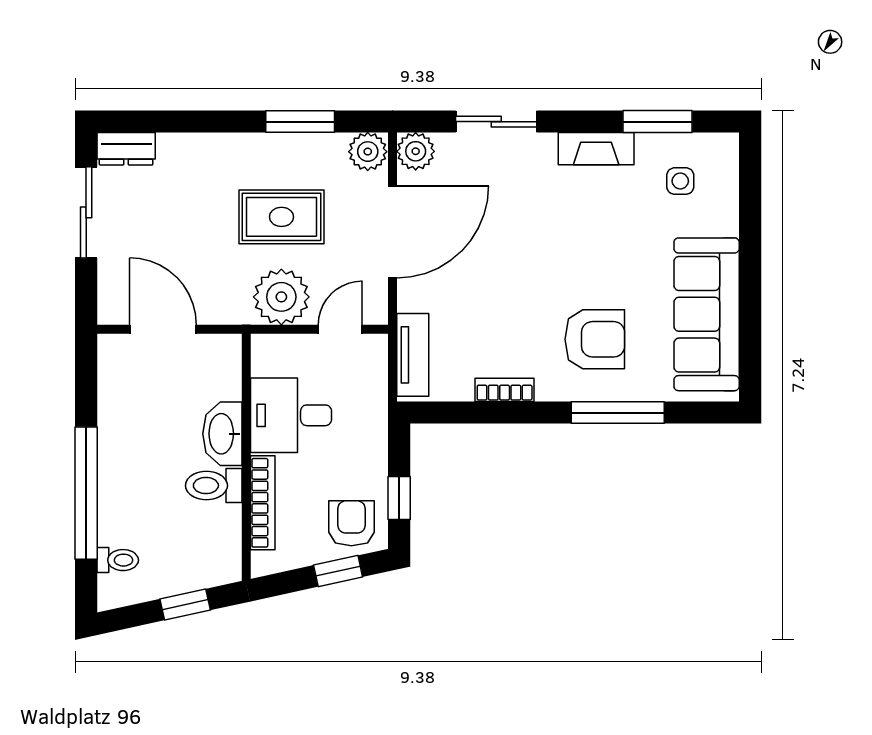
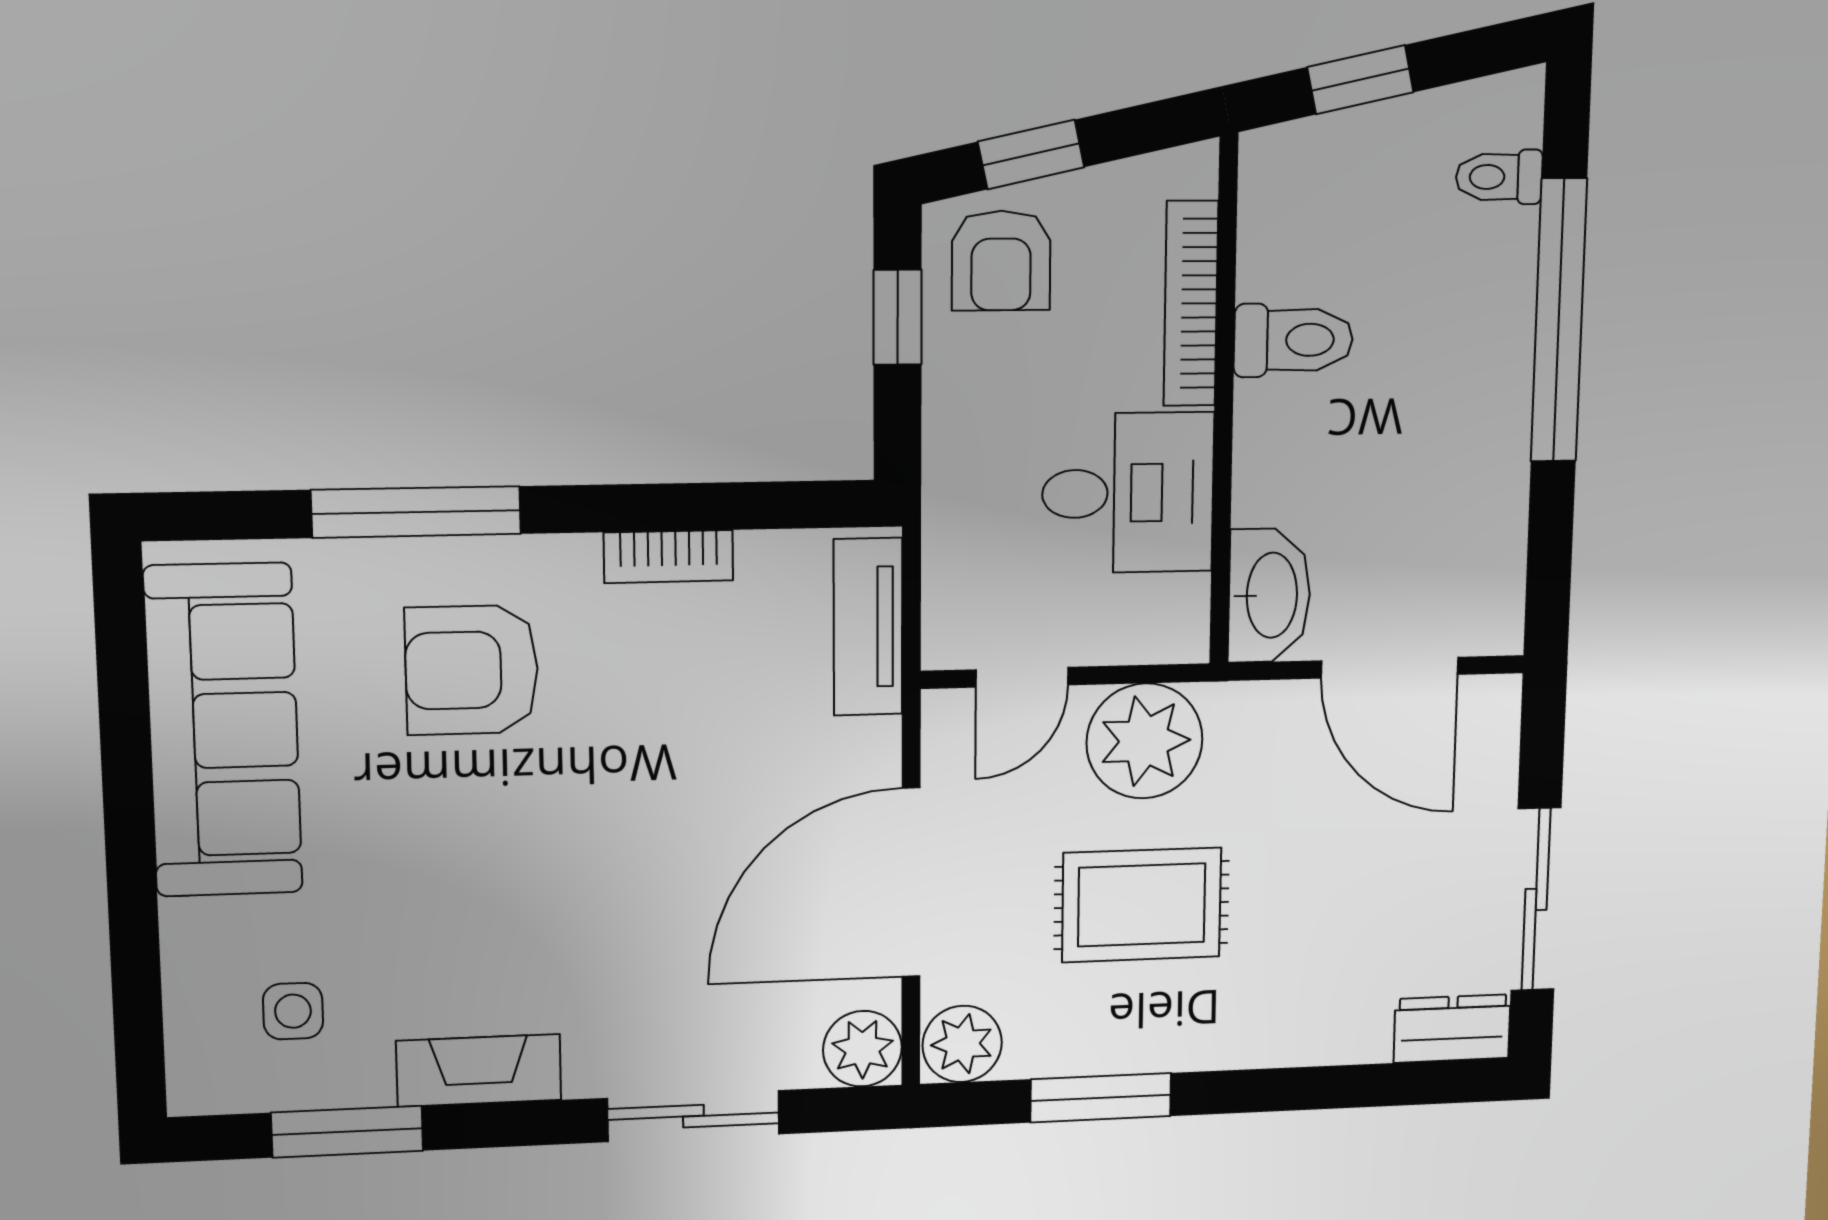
washbasin: (222, 434) -> (1269, 595), moved

